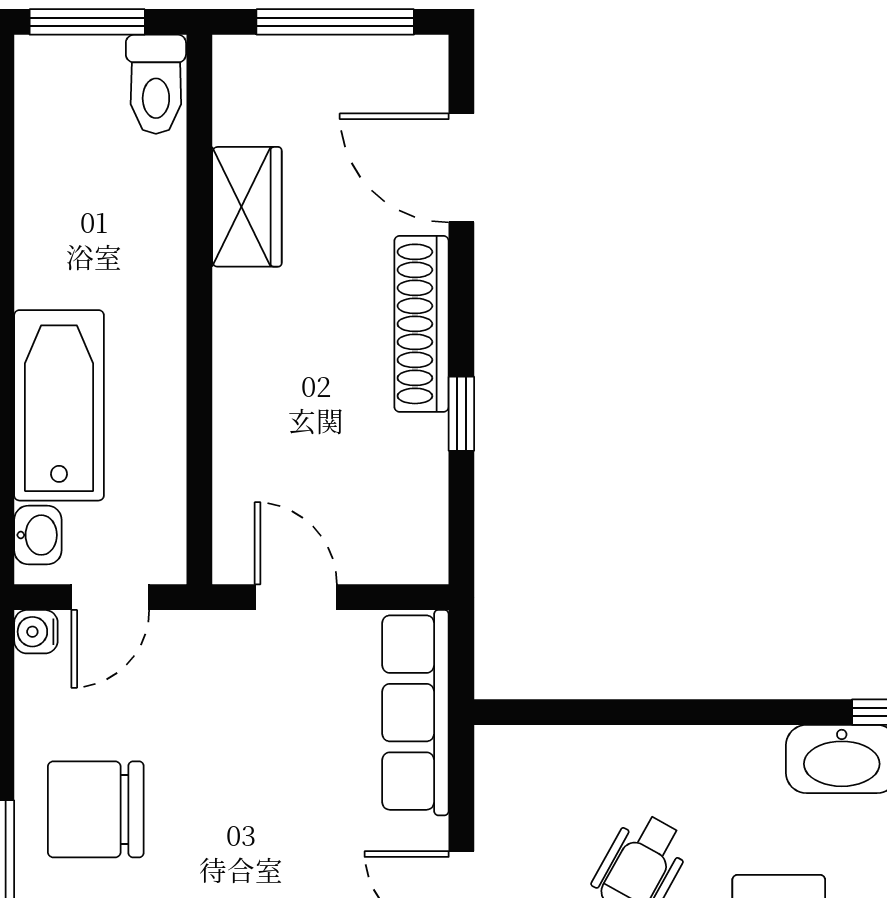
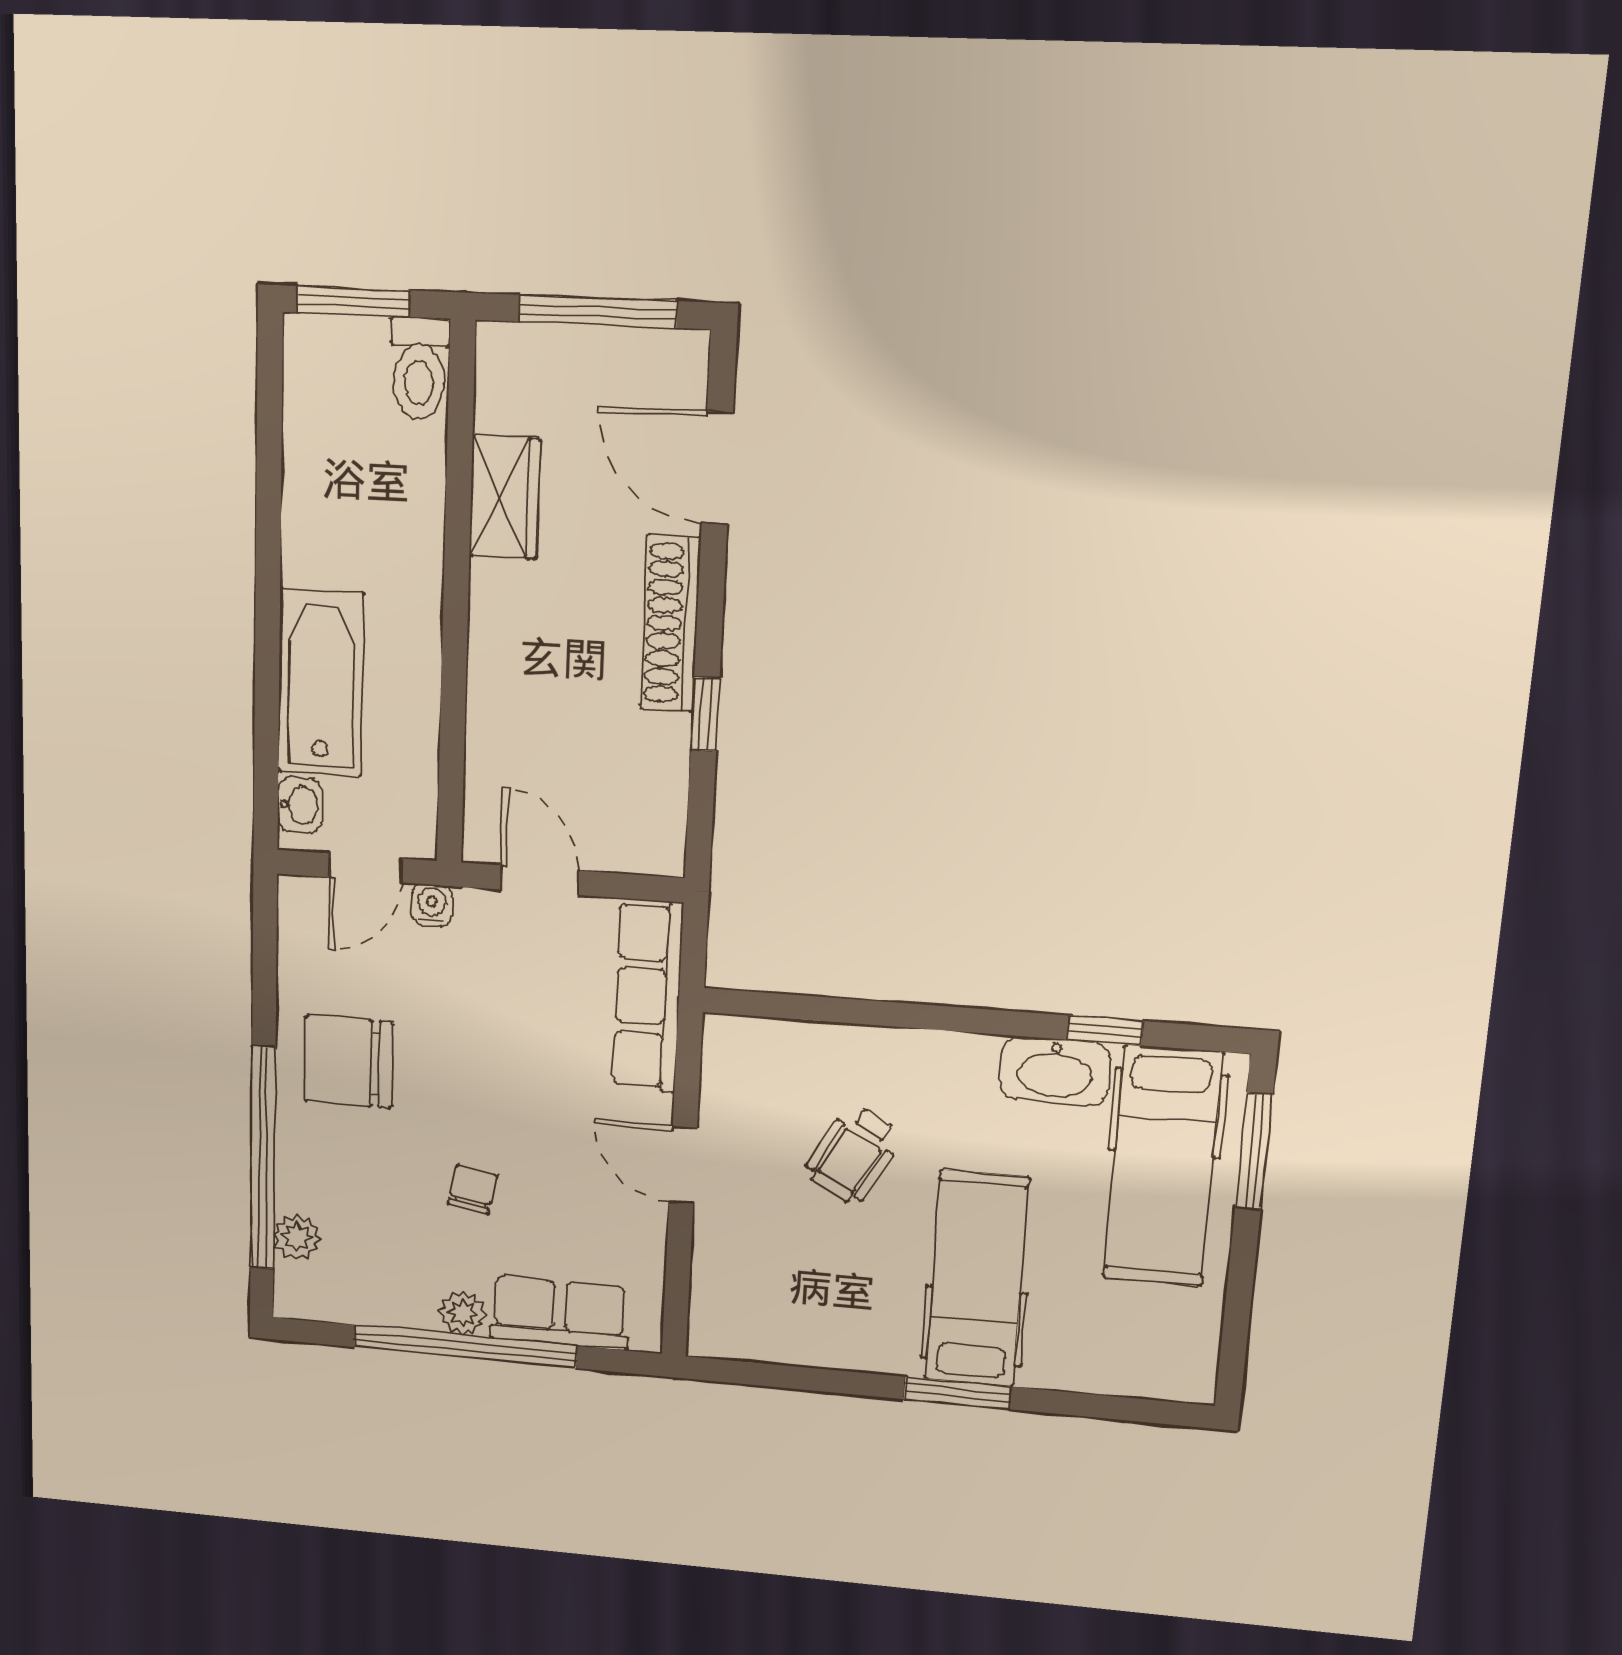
water cooler: (36, 632) -> (432, 905), moved, turned 90

